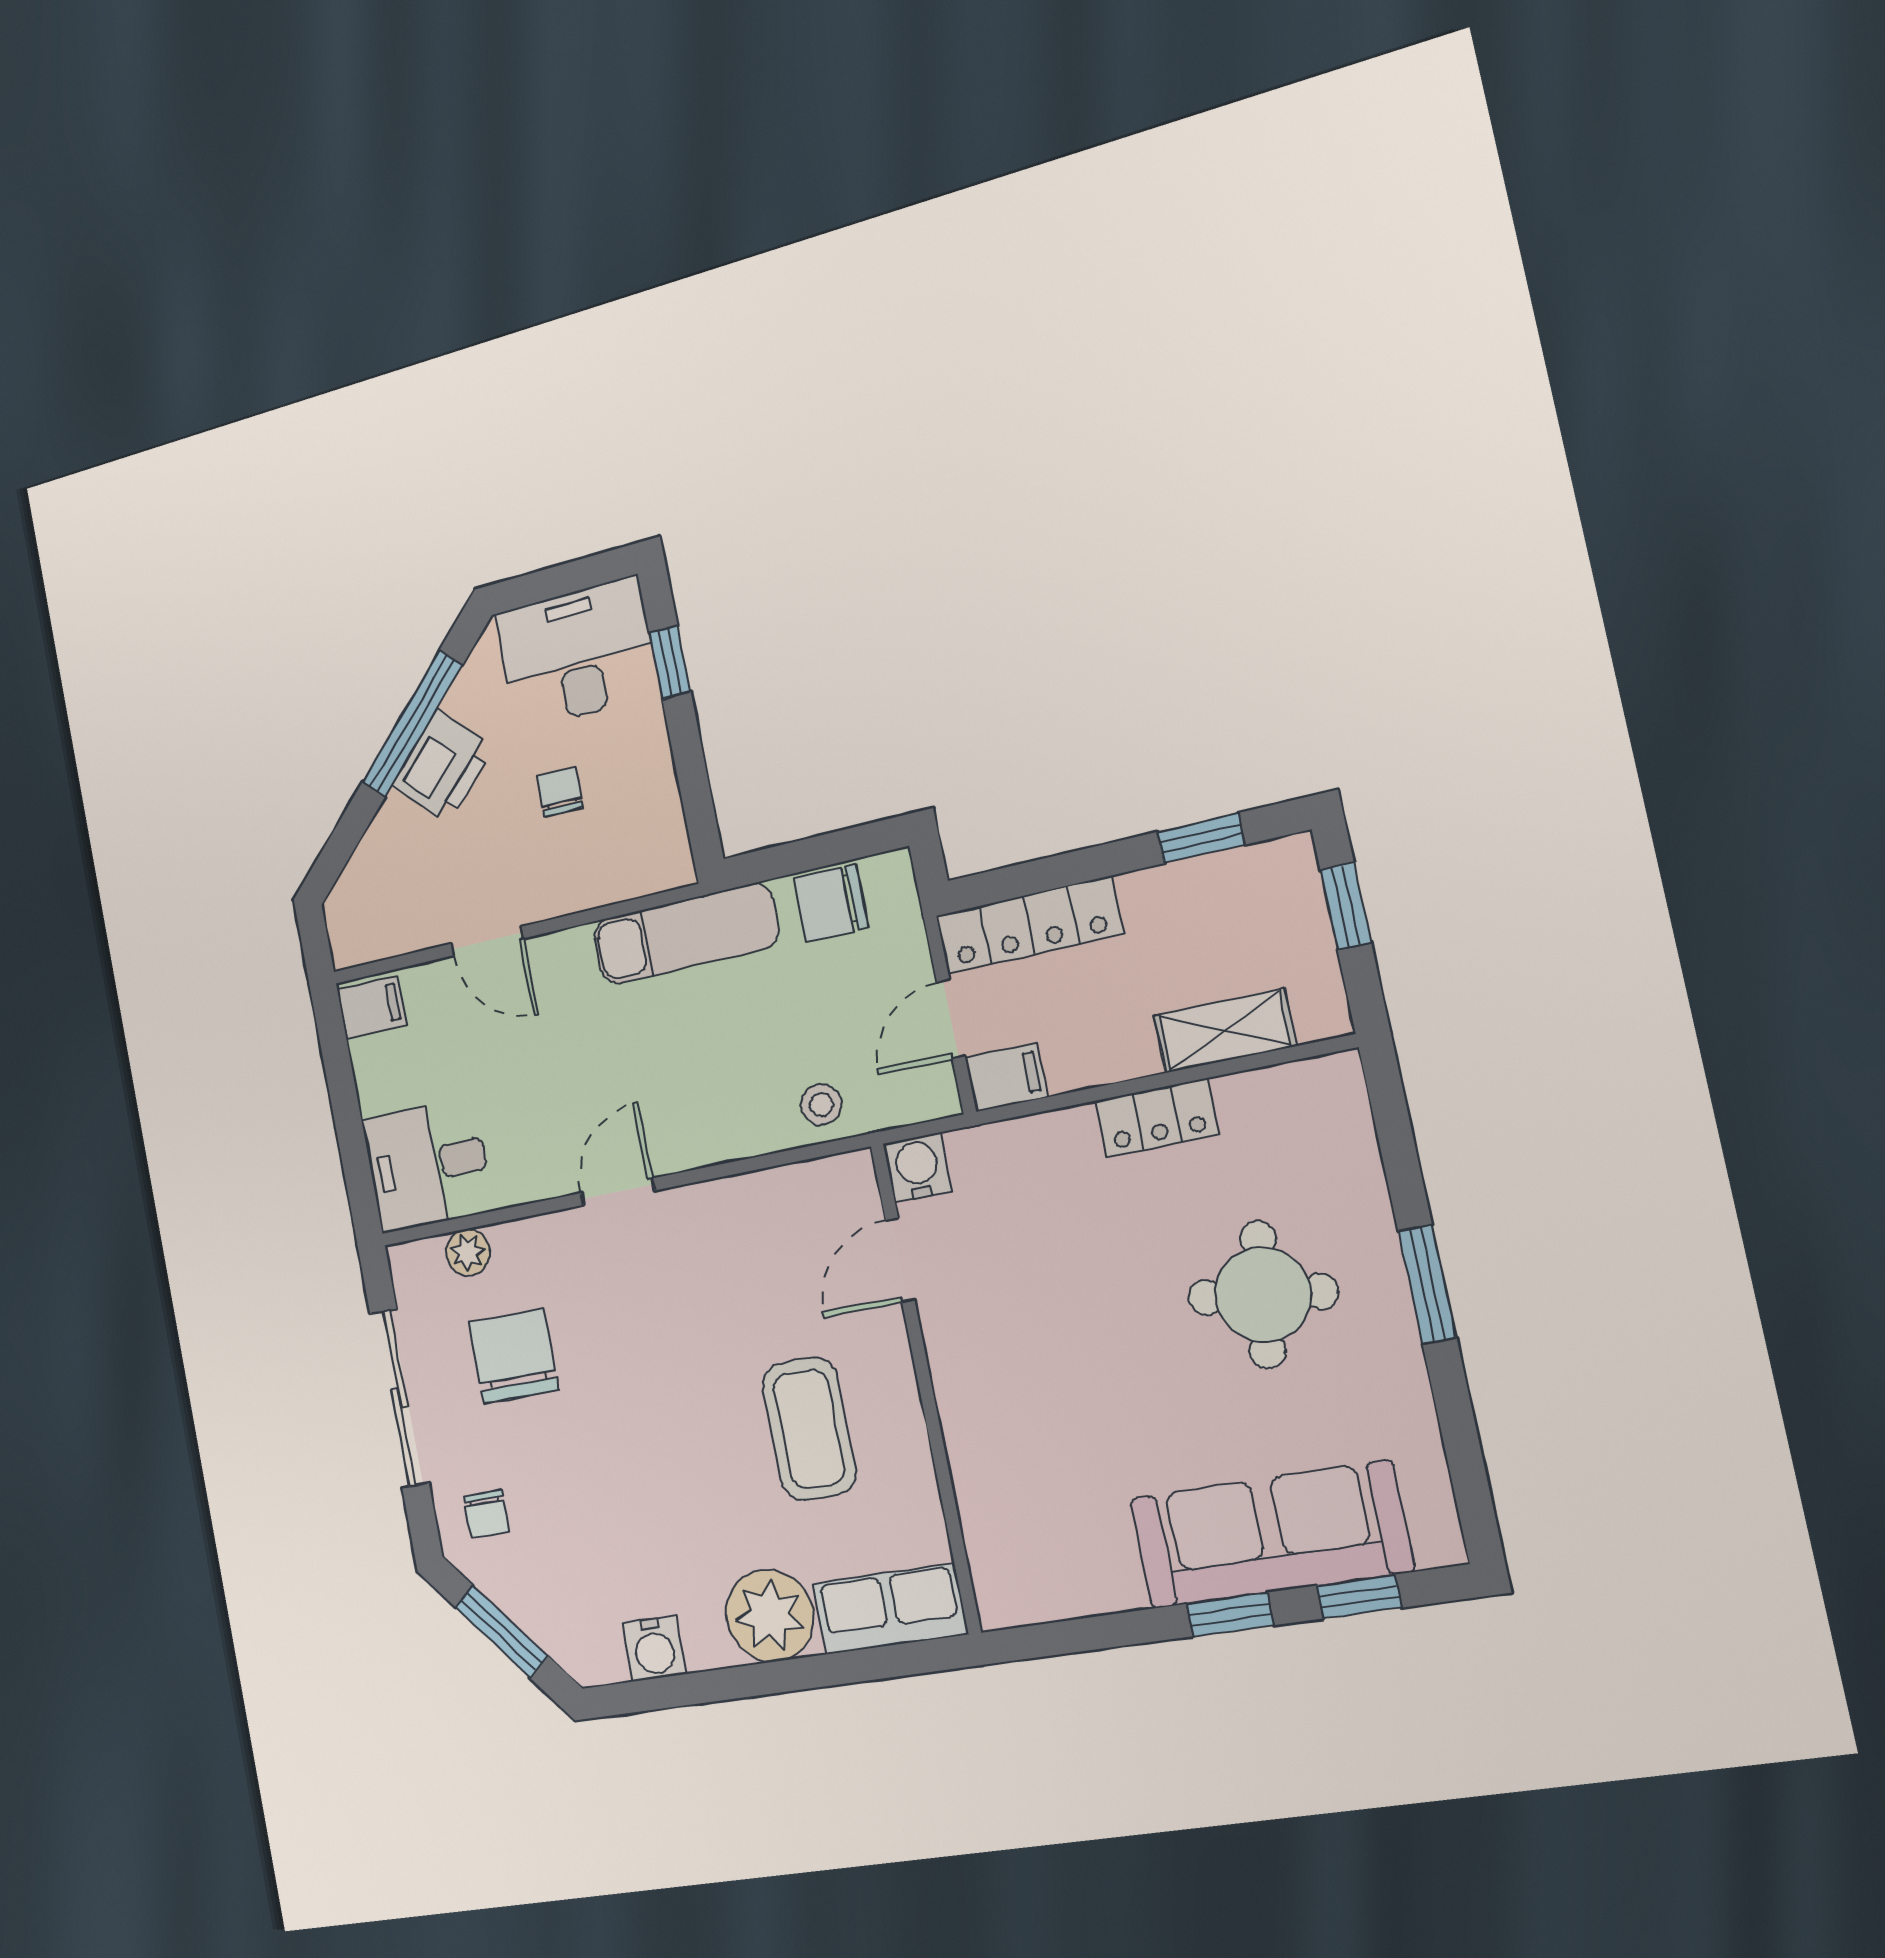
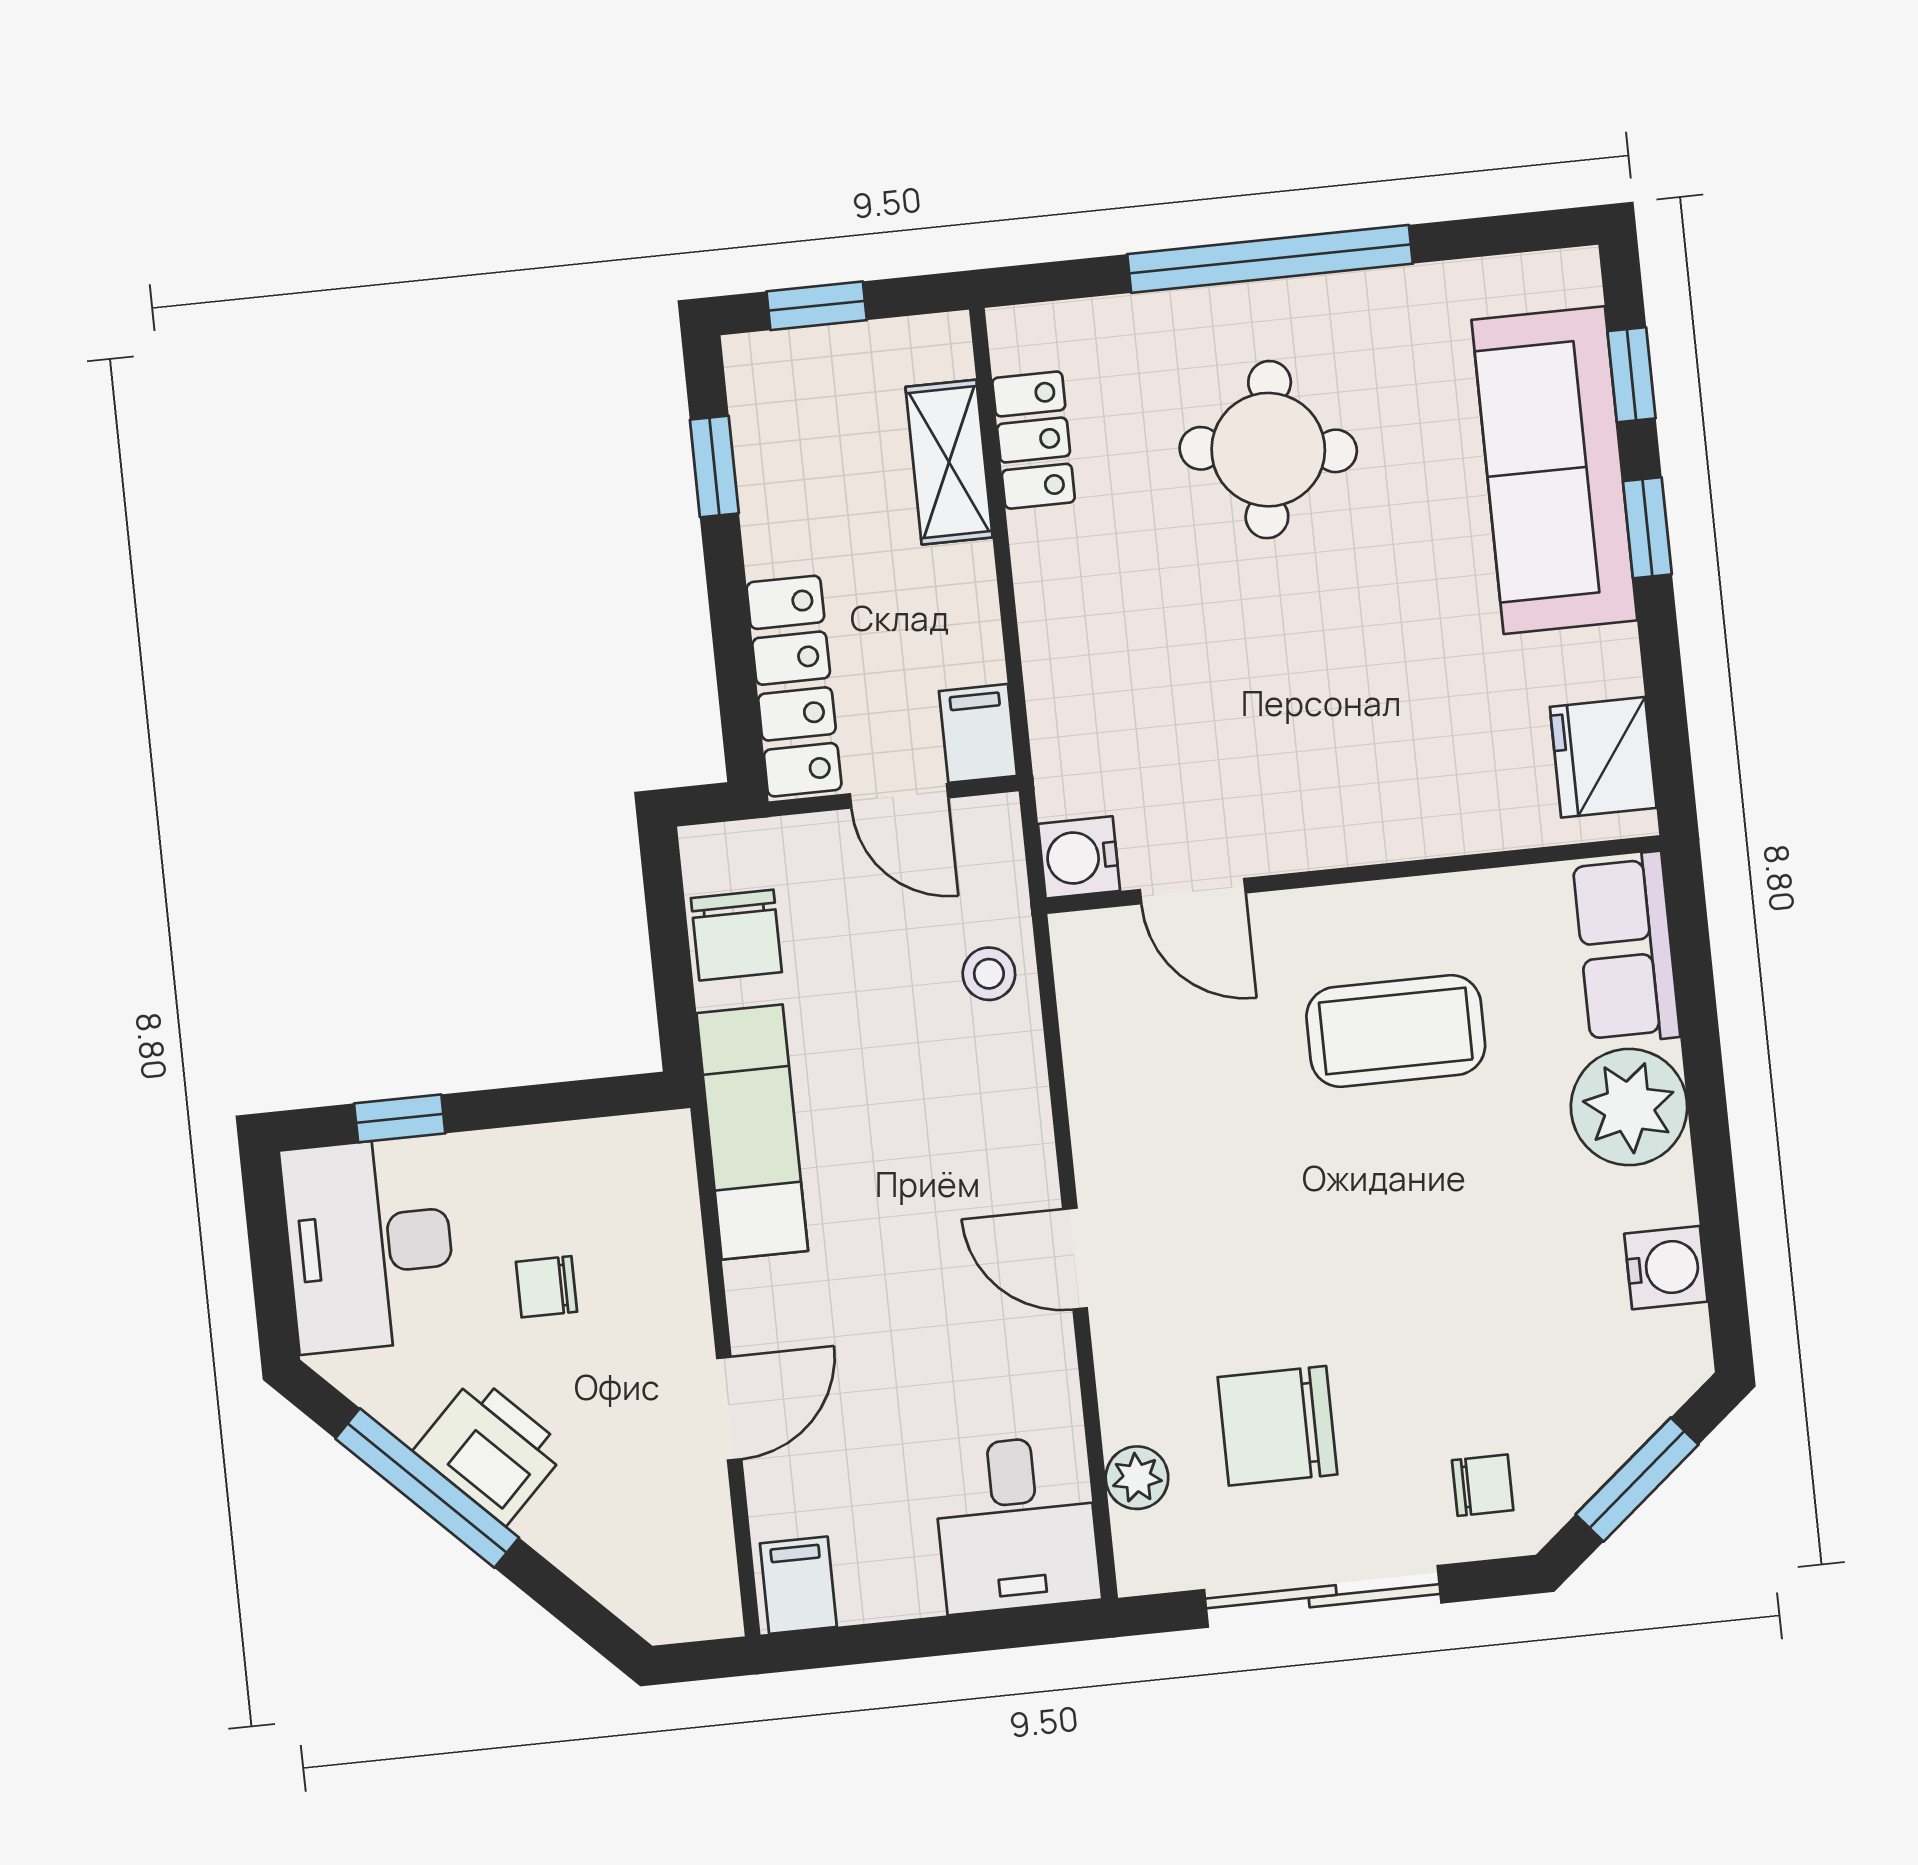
locker: (1157, 1118) -> (1034, 440), moved
window: (1427, 1284) -> (1270, 259), width x2.11
fridge: (1038, 1585) -> (1603, 757), added

